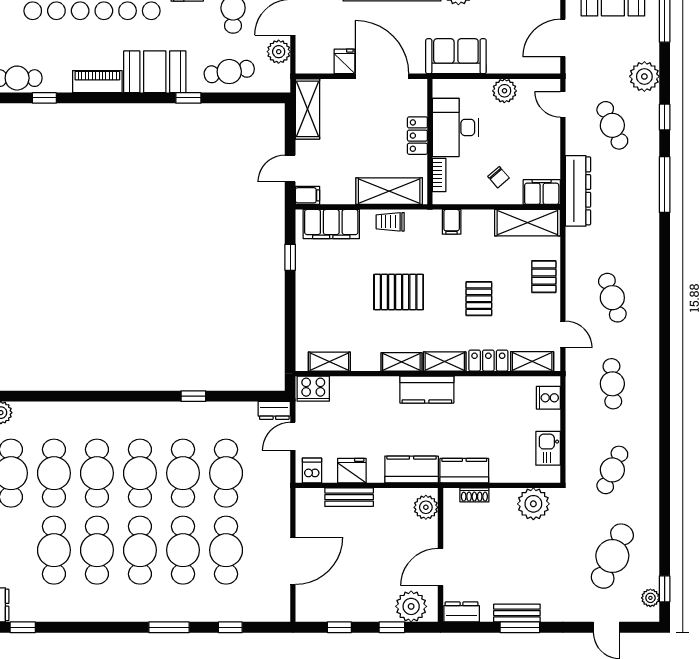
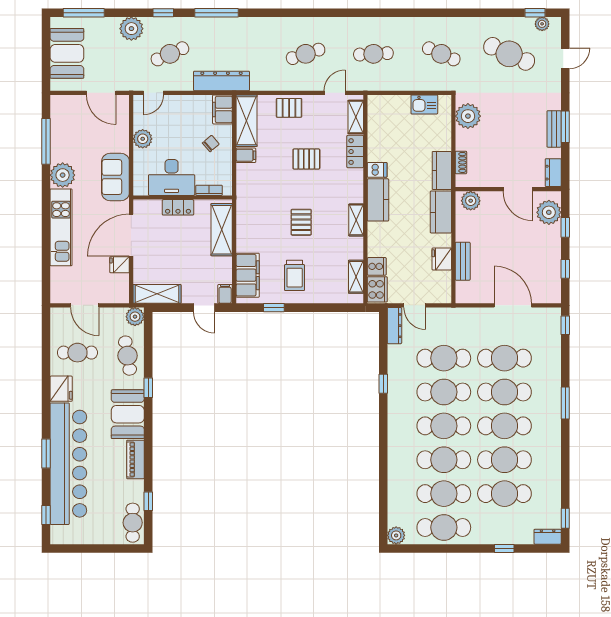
plant: (279, 52) -> (135, 317), moved
trolley: (390, 222) -> (295, 275), moved, width x1.36, depth x1.39
filing cabinet: (452, 222) -> (246, 155), moved
pallet: (399, 292) -> (301, 222), width x0.67, depth x0.71
shelving: (445, 361) -> (356, 186), removed
cooker: (548, 398) -> (377, 266), moved, turned -90
dresser: (274, 410) -> (394, 326), width x1.44
dishwasher: (312, 470) -> (377, 170), moved, turned 180
window: (230, 627) -> (565, 325), moved

